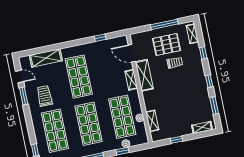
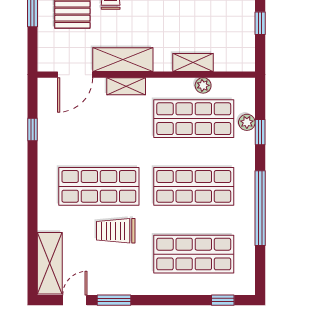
shelving: (46, 58) -> (50, 263), moved
trolley: (45, 96) -> (116, 231), moved
shelving: (152, 121) -> (193, 62), moved

